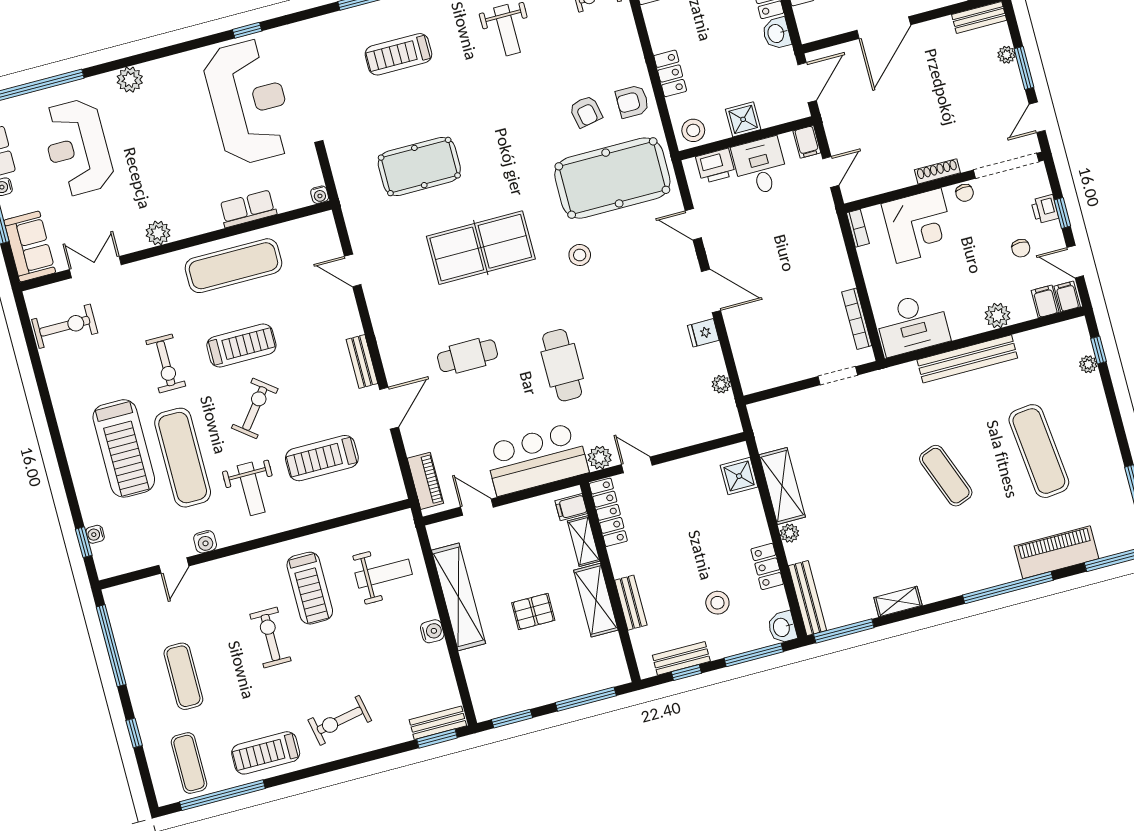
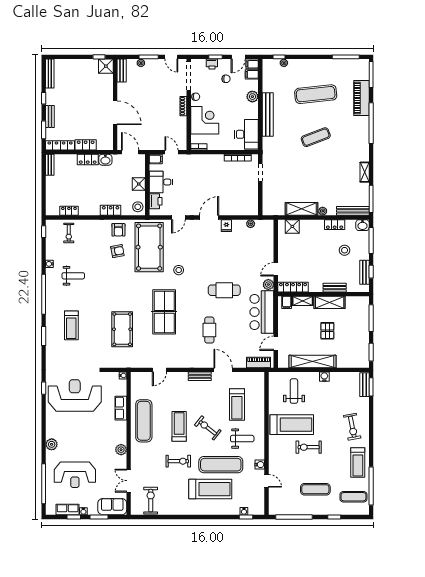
treadmill: (310, 588) -> (292, 425), width x1.37, depth x1.38

